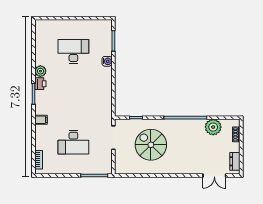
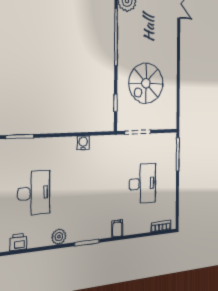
desk: (73, 52) -> (34, 193), turned 180
water cooler: (107, 61) -> (83, 143), moved
printer: (40, 84) -> (18, 242), moved

